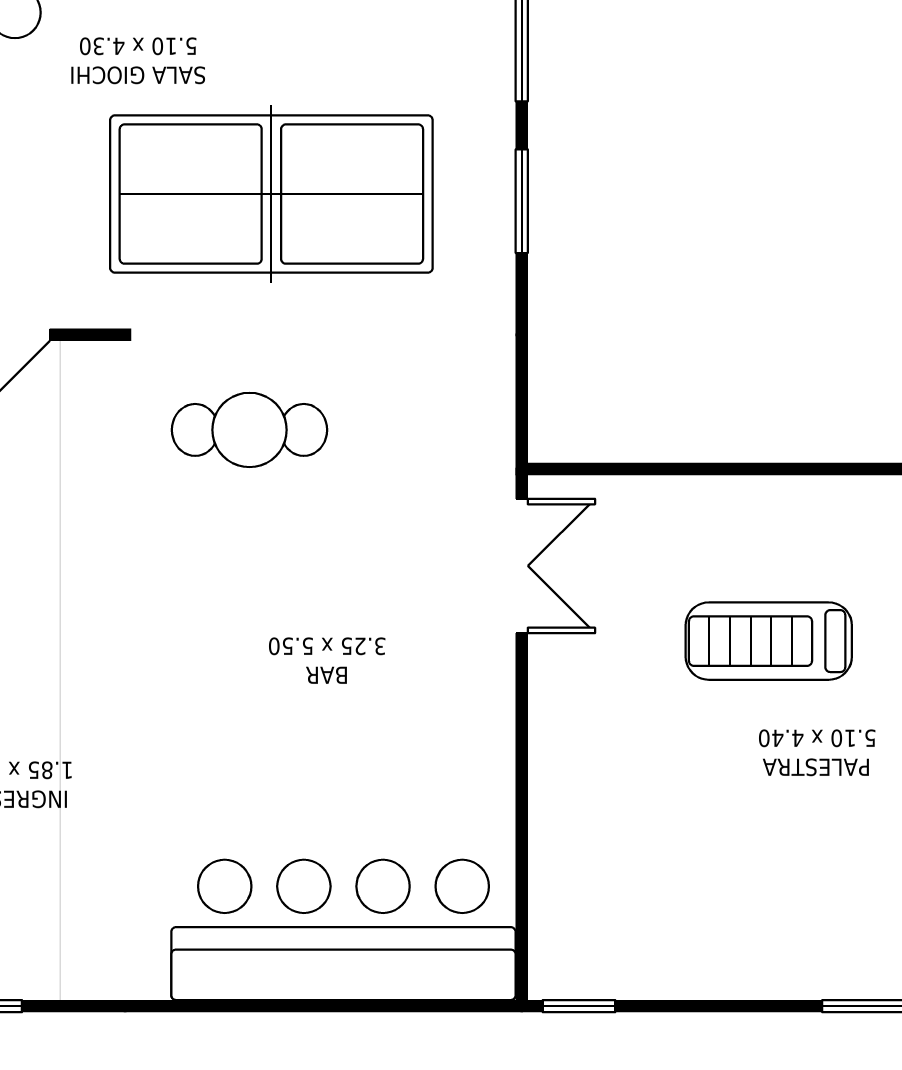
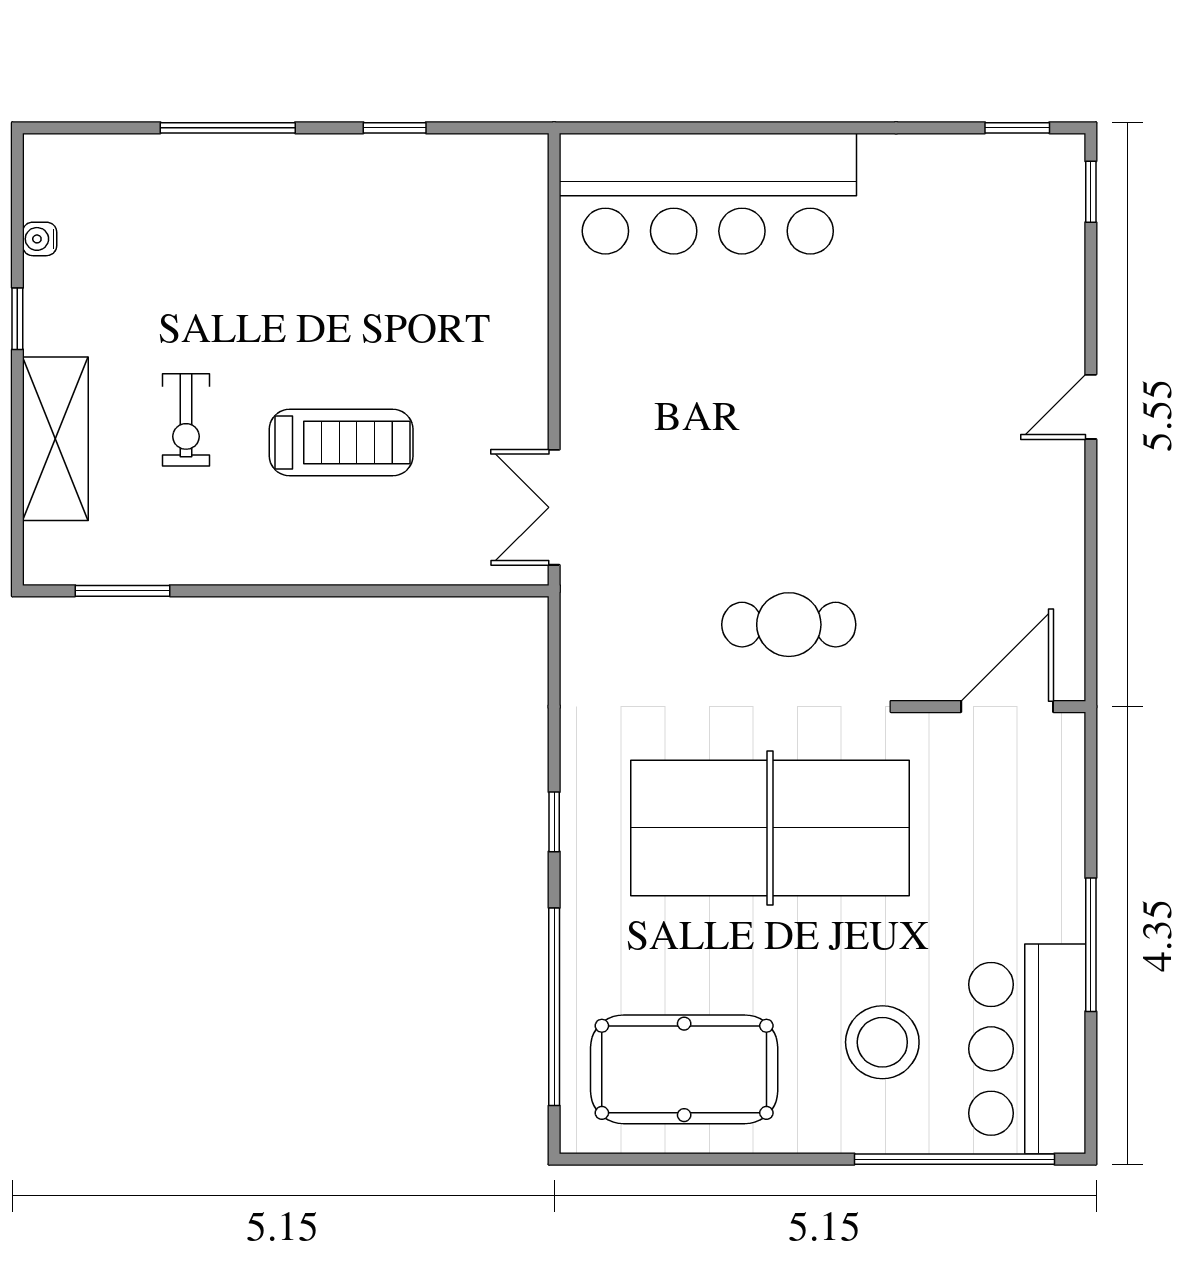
window: (522, 201) -> (554, 822), width x0.67
window: (579, 1006) -> (395, 128), moved

